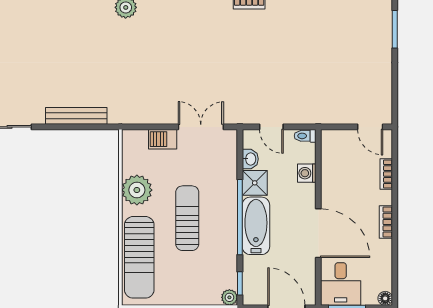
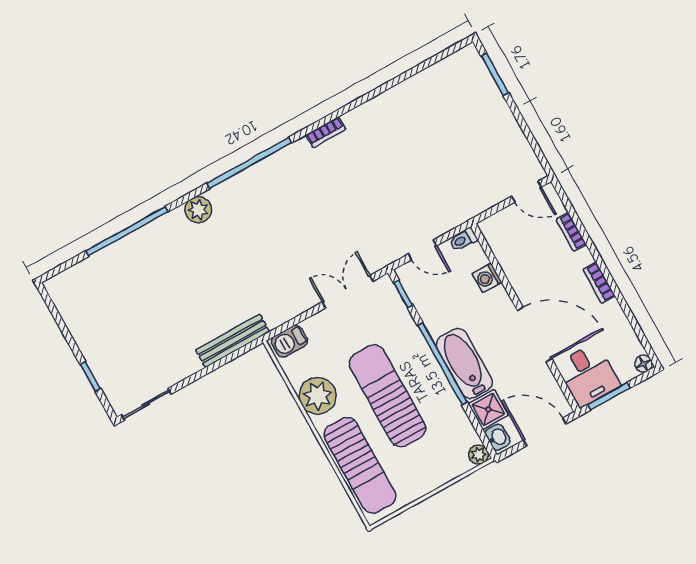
bench: (76, 116) -> (233, 341), moved
barbecue: (163, 139) -> (289, 341), moved
washbasin: (250, 159) -> (498, 437), moved
shower: (255, 183) -> (488, 409), moved
sun lounger: (187, 218) -> (387, 396), width x1.36, depth x1.34
window: (240, 283) -> (403, 294), moved

